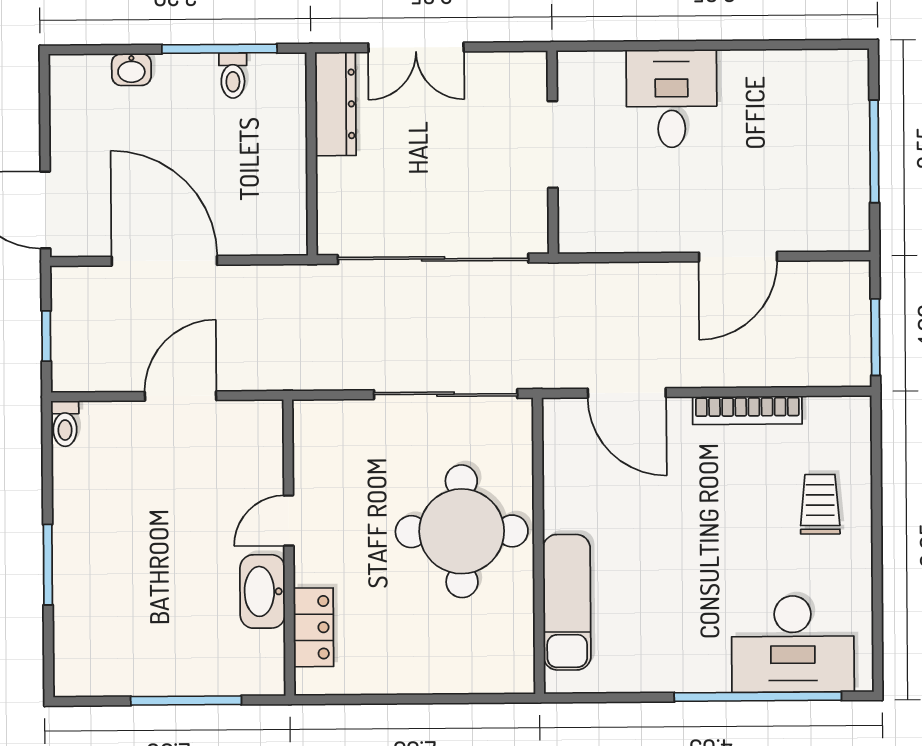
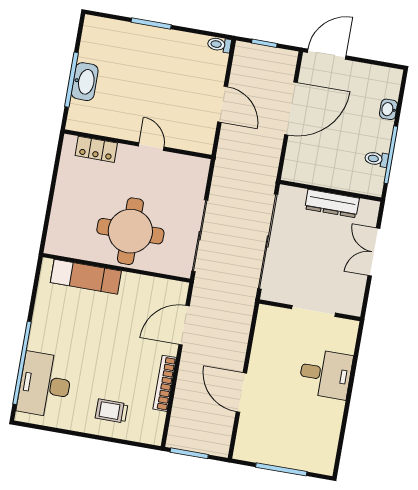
dresser: (336, 104) -> (332, 204), moved
trolley: (820, 504) -> (112, 411), turned 180
washbasin: (262, 591) -> (85, 82), moved, turned 90

